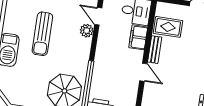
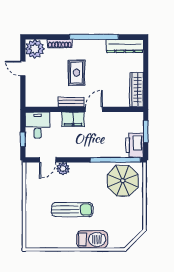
rug: (168, 27) -> (77, 73), moved
filing cabinet: (138, 37) -> (73, 119), moved

